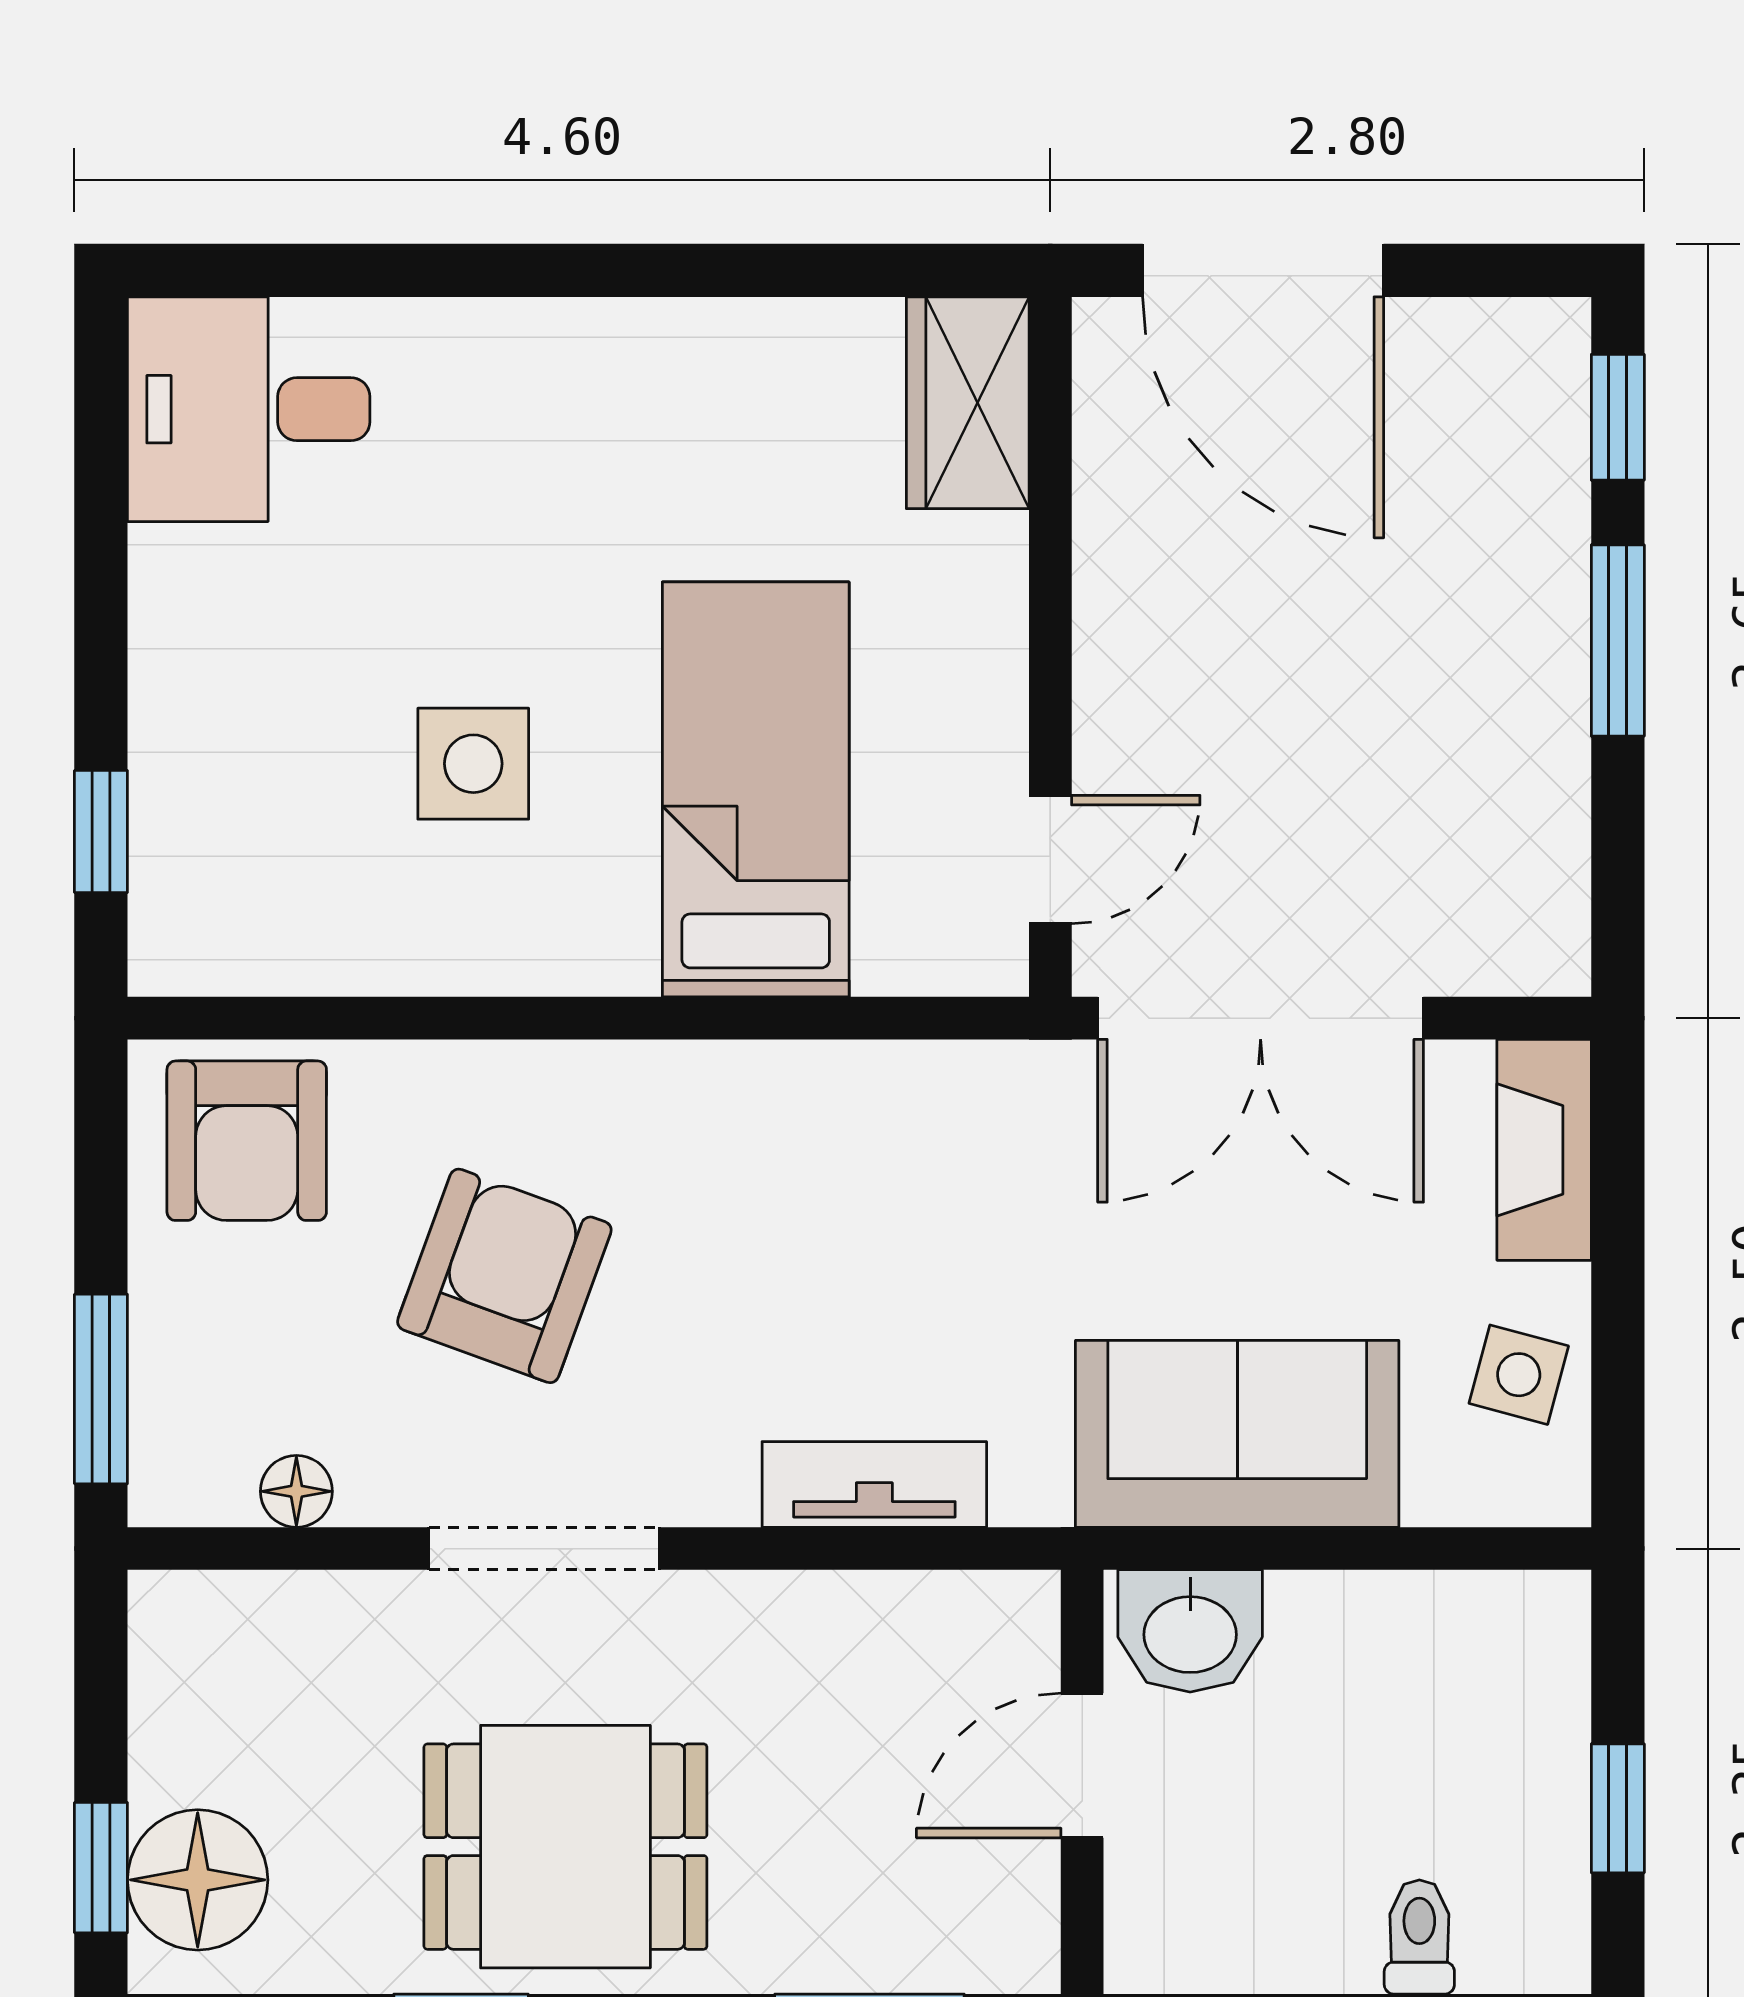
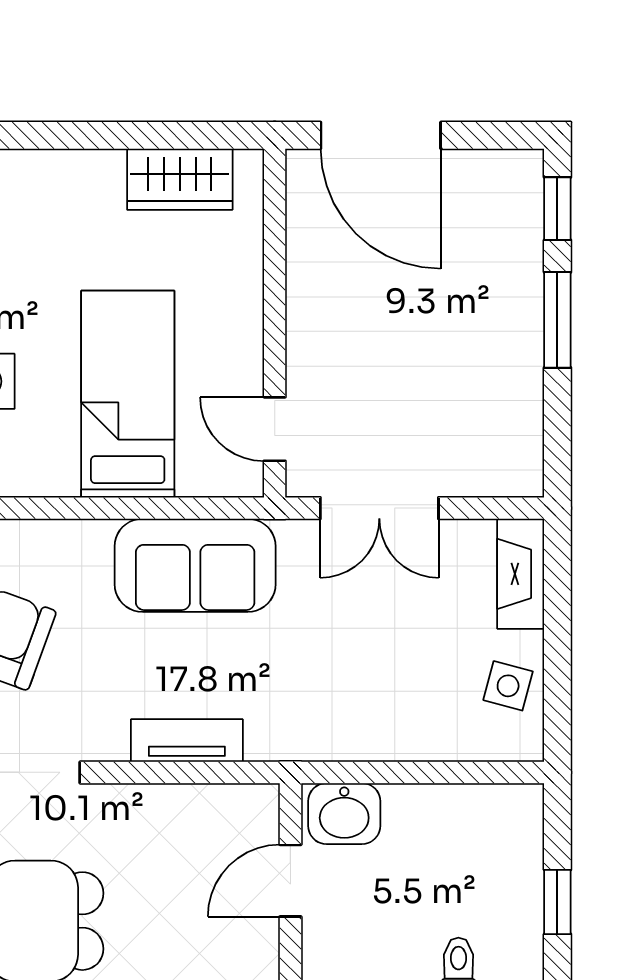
wardrobe: (968, 403) -> (180, 179), moved, turned -90
door: (1050, 860) -> (275, 429), swing flipped
double door: (1261, 1018) -> (379, 508), width x0.73
sofa: (1237, 1434) -> (195, 565), moved, turned 180

